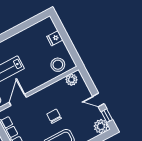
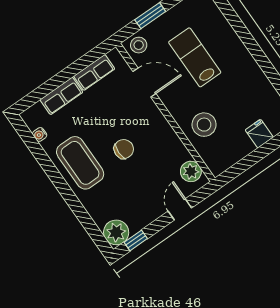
stool: (58, 65) -> (204, 125), moved
door: (98, 100) -> (180, 209), moved

